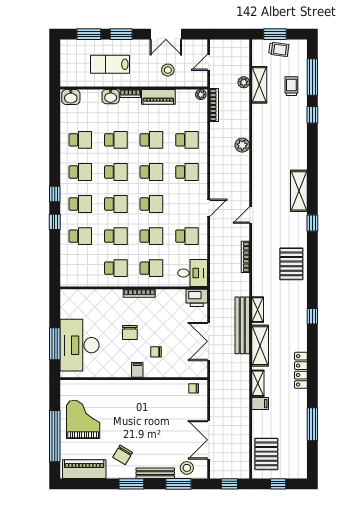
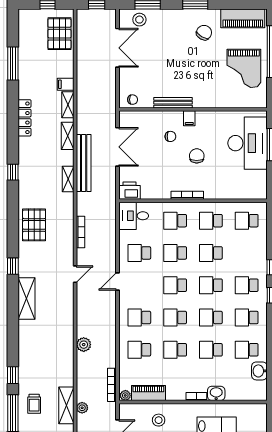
washbasin: (71, 97) -> (259, 371), moved, turned -90
piano: (158, 97) -> (148, 393), moved
school desk: (80, 236) -> (247, 221), moved
shelving: (260, 346) -> (68, 136), width x0.67, depth x0.75
bench: (155, 473) -> (173, 103), moved

